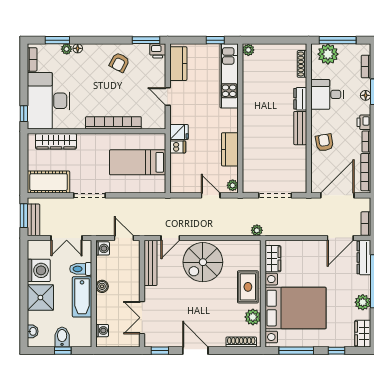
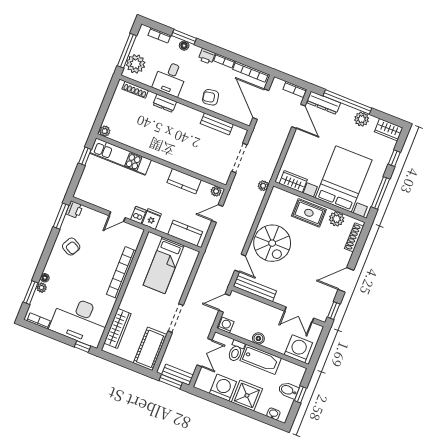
kitchen counter: (178, 64) -> (185, 233), moved
bench: (300, 128) -> (217, 124), moved
dishwasher: (178, 147) -> (138, 215), moved
washing machine: (102, 331) -> (298, 349), width x1.89, depth x1.89

